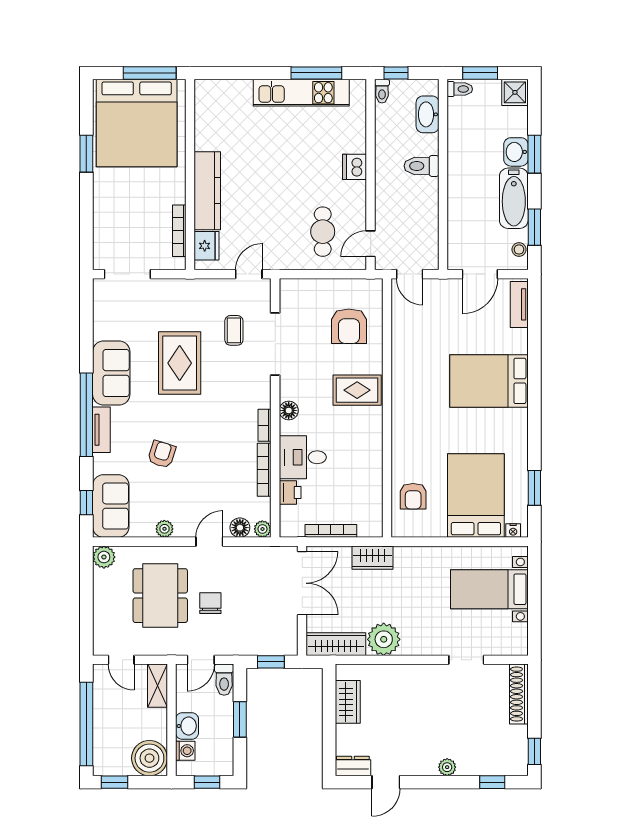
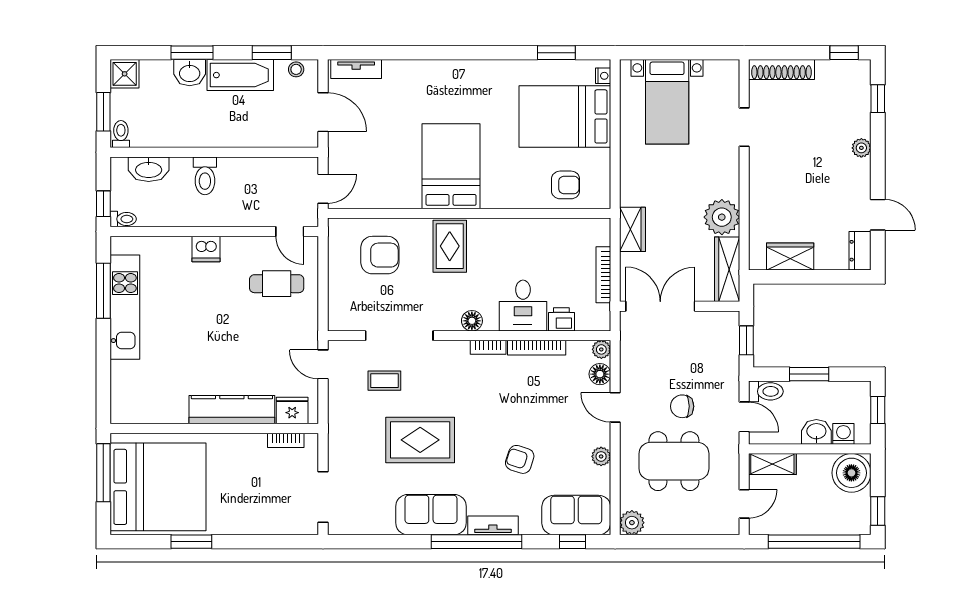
bookcase: (179, 231) -> (286, 440), width x0.64
bed: (489, 381) -> (451, 166), moved, turned 180

